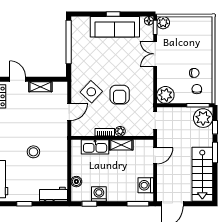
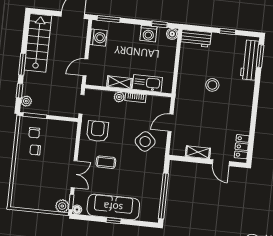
coffee table: (126, 68) -> (106, 162), added
armchair: (120, 95) -> (98, 131), moved
plant: (165, 95) -> (68, 130), removed
plant: (203, 118) -> (26, 101), width x0.53, depth x0.53
boiler: (76, 182) -> (172, 34), moved

